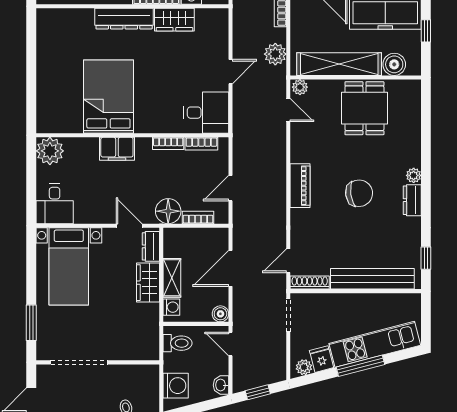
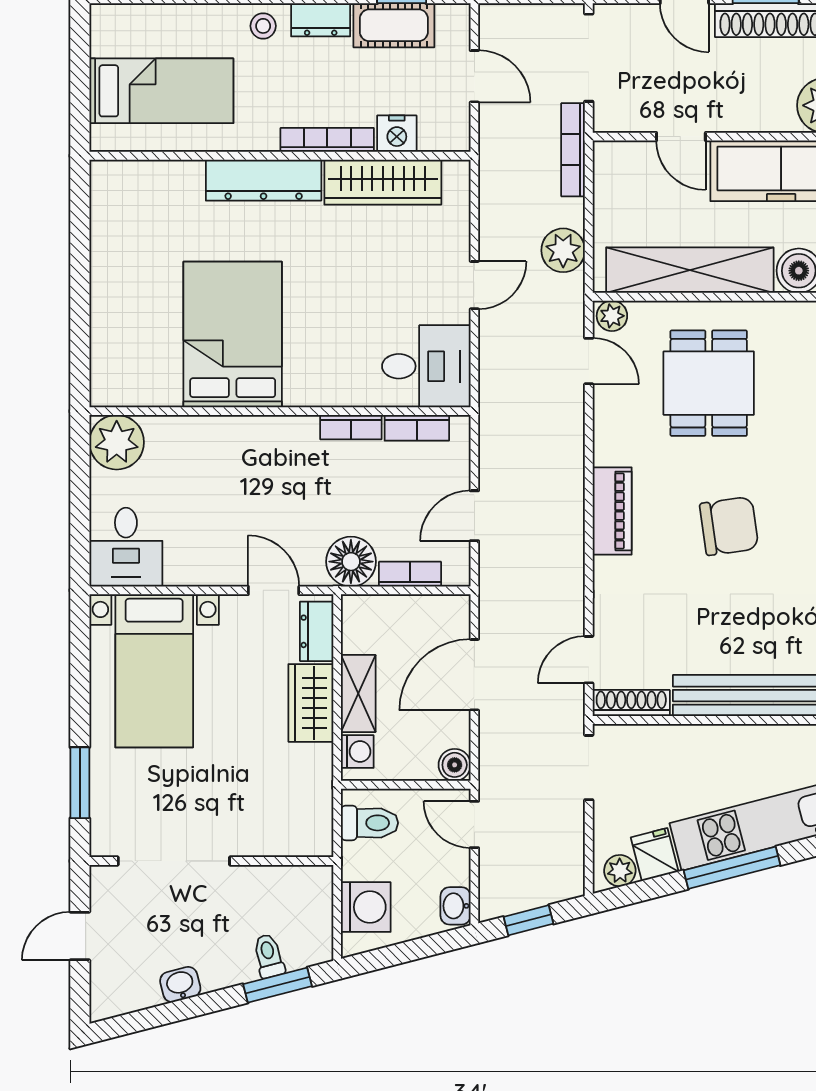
wardrobe: (174, 20) -> (383, 182), width x1.50
dining table: (364, 108) -> (709, 383), moved
filing cabinet: (117, 149) -> (249, 438), removed

